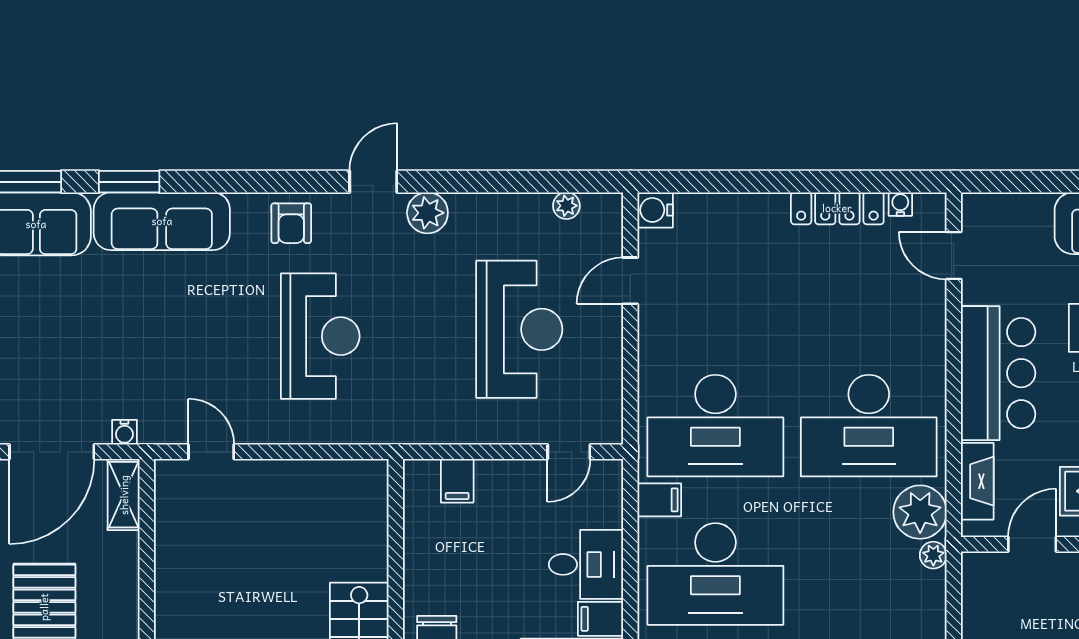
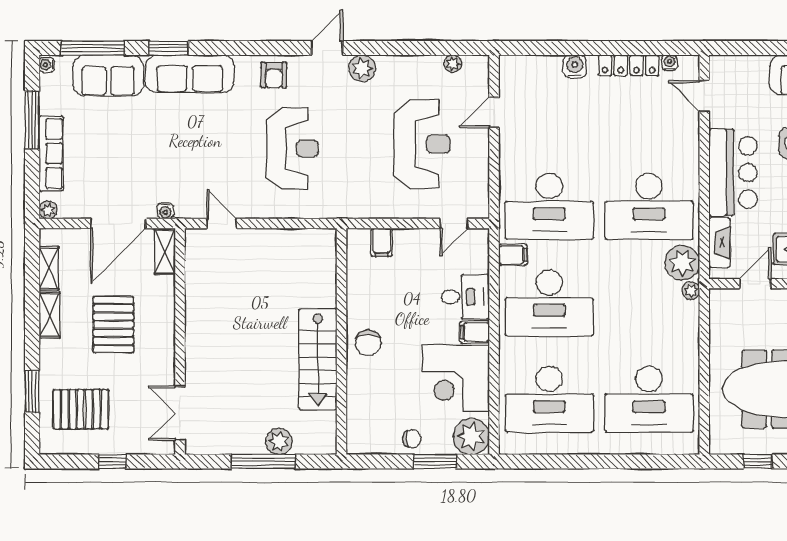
water cooler: (655, 210) -> (575, 66), moved, turned 90

